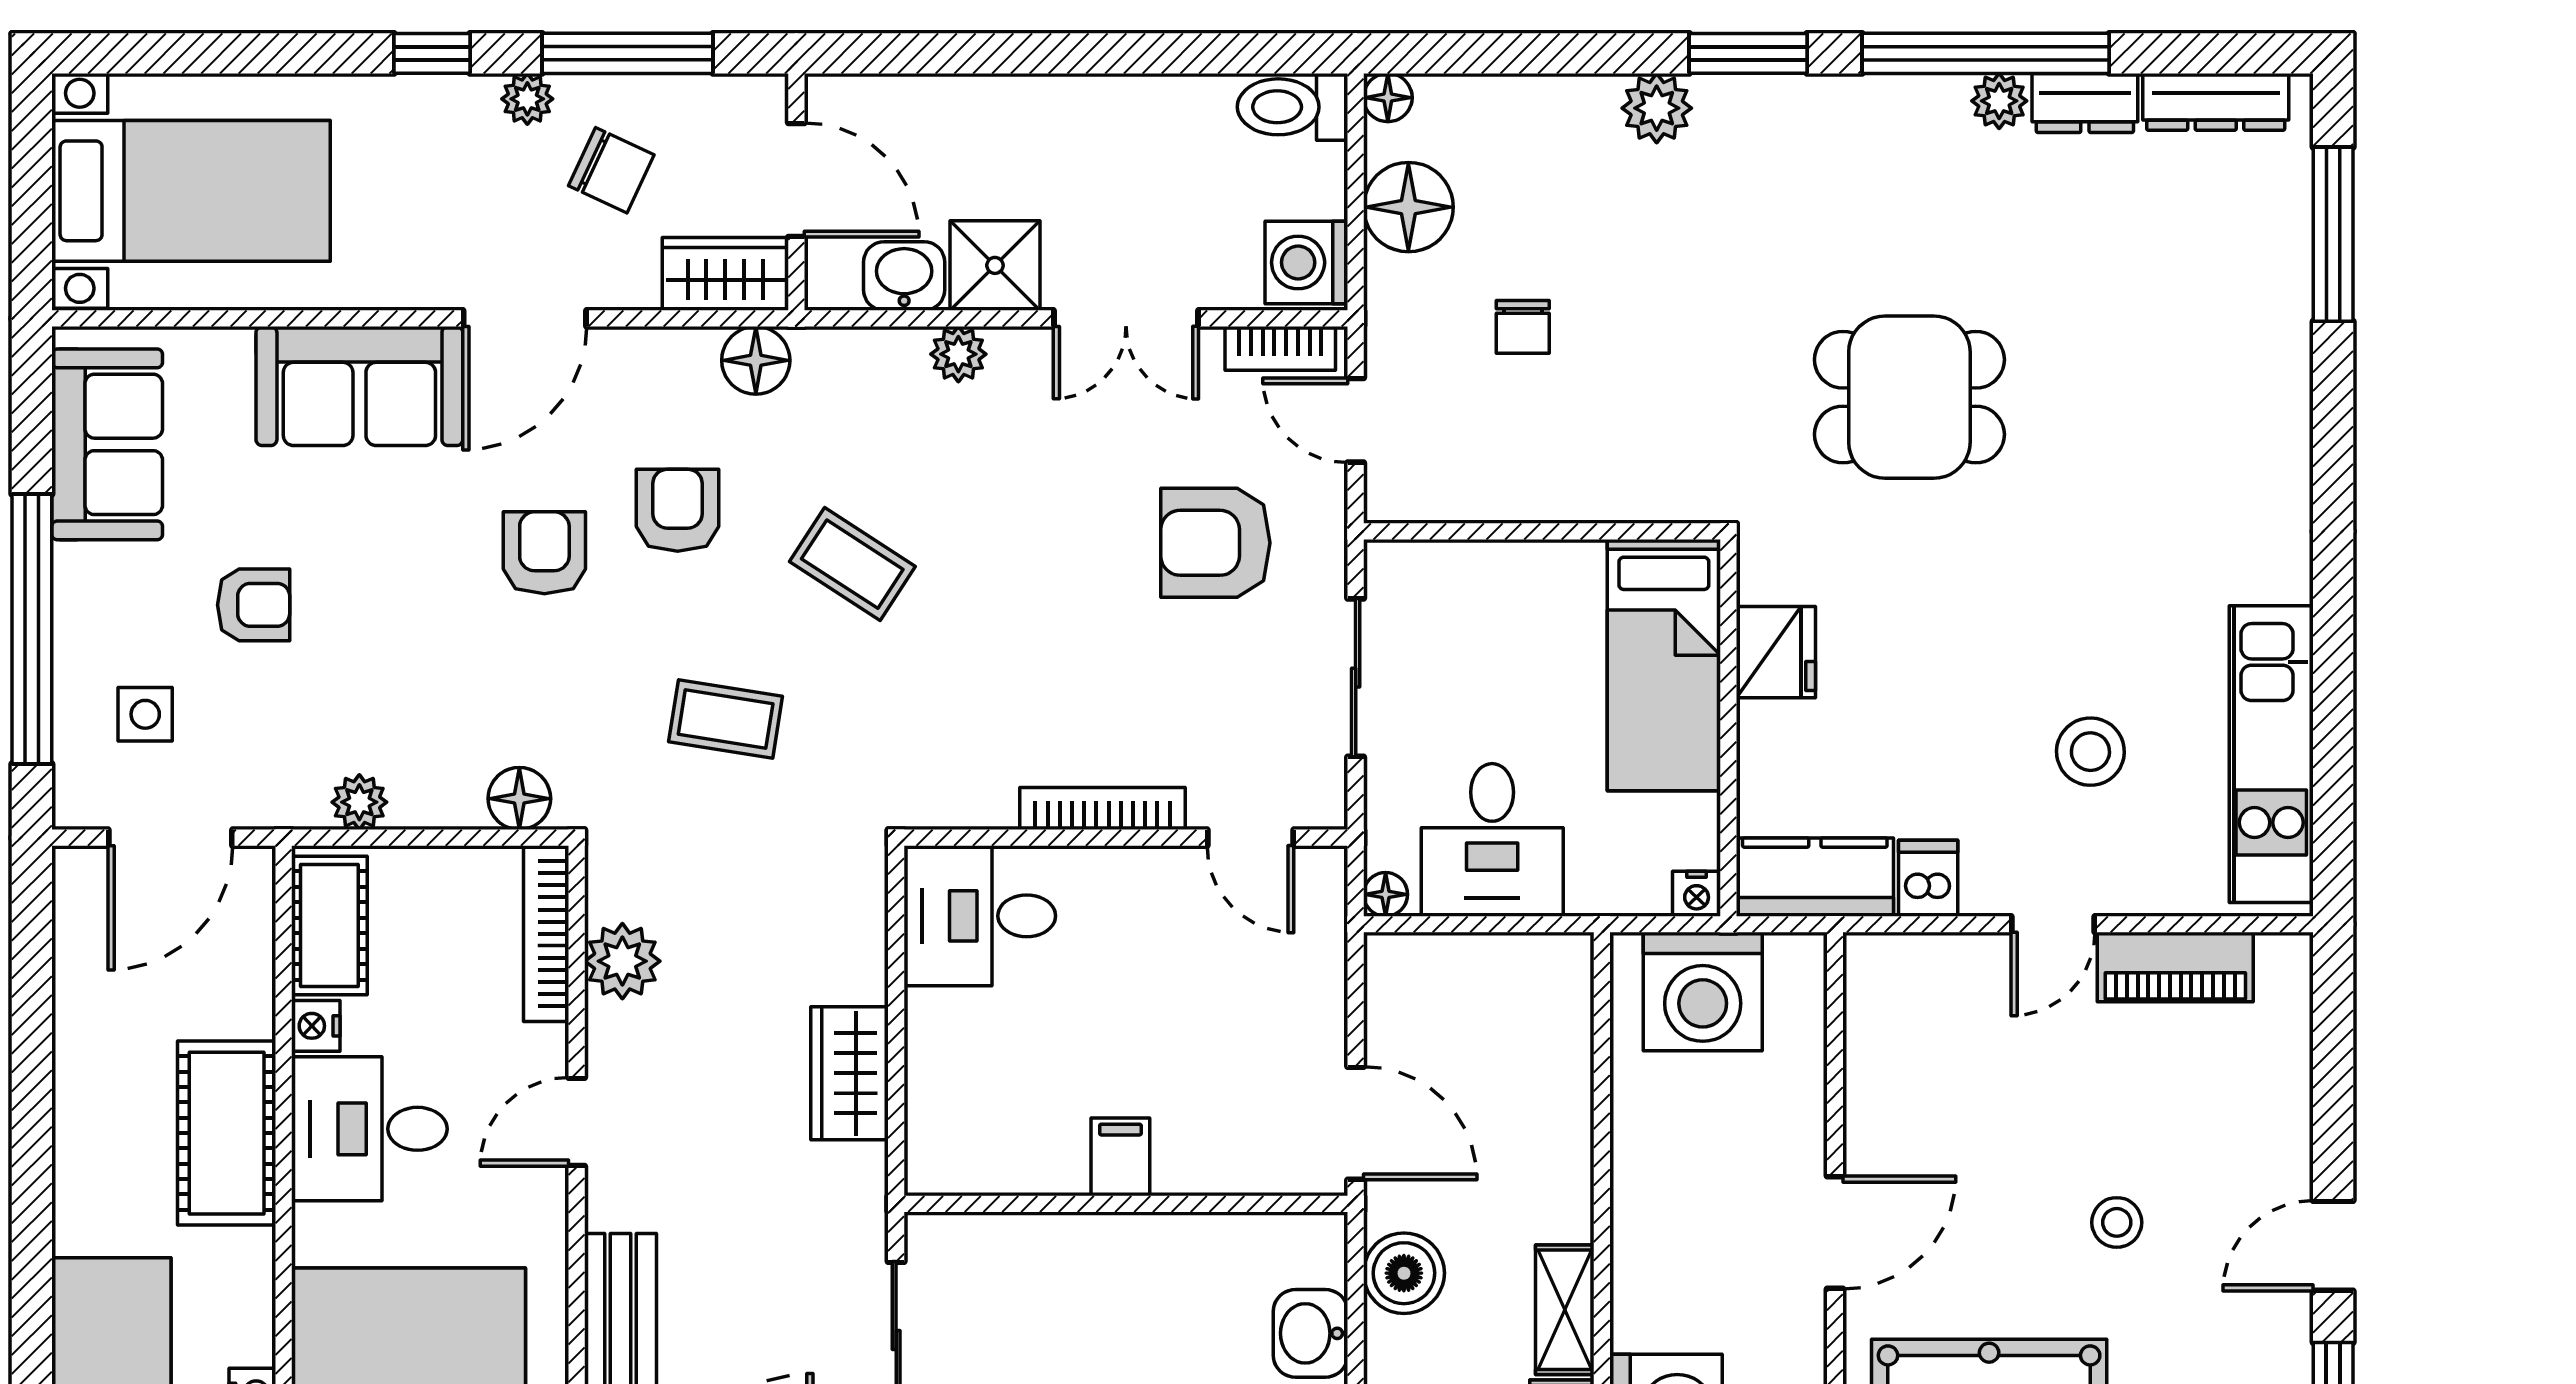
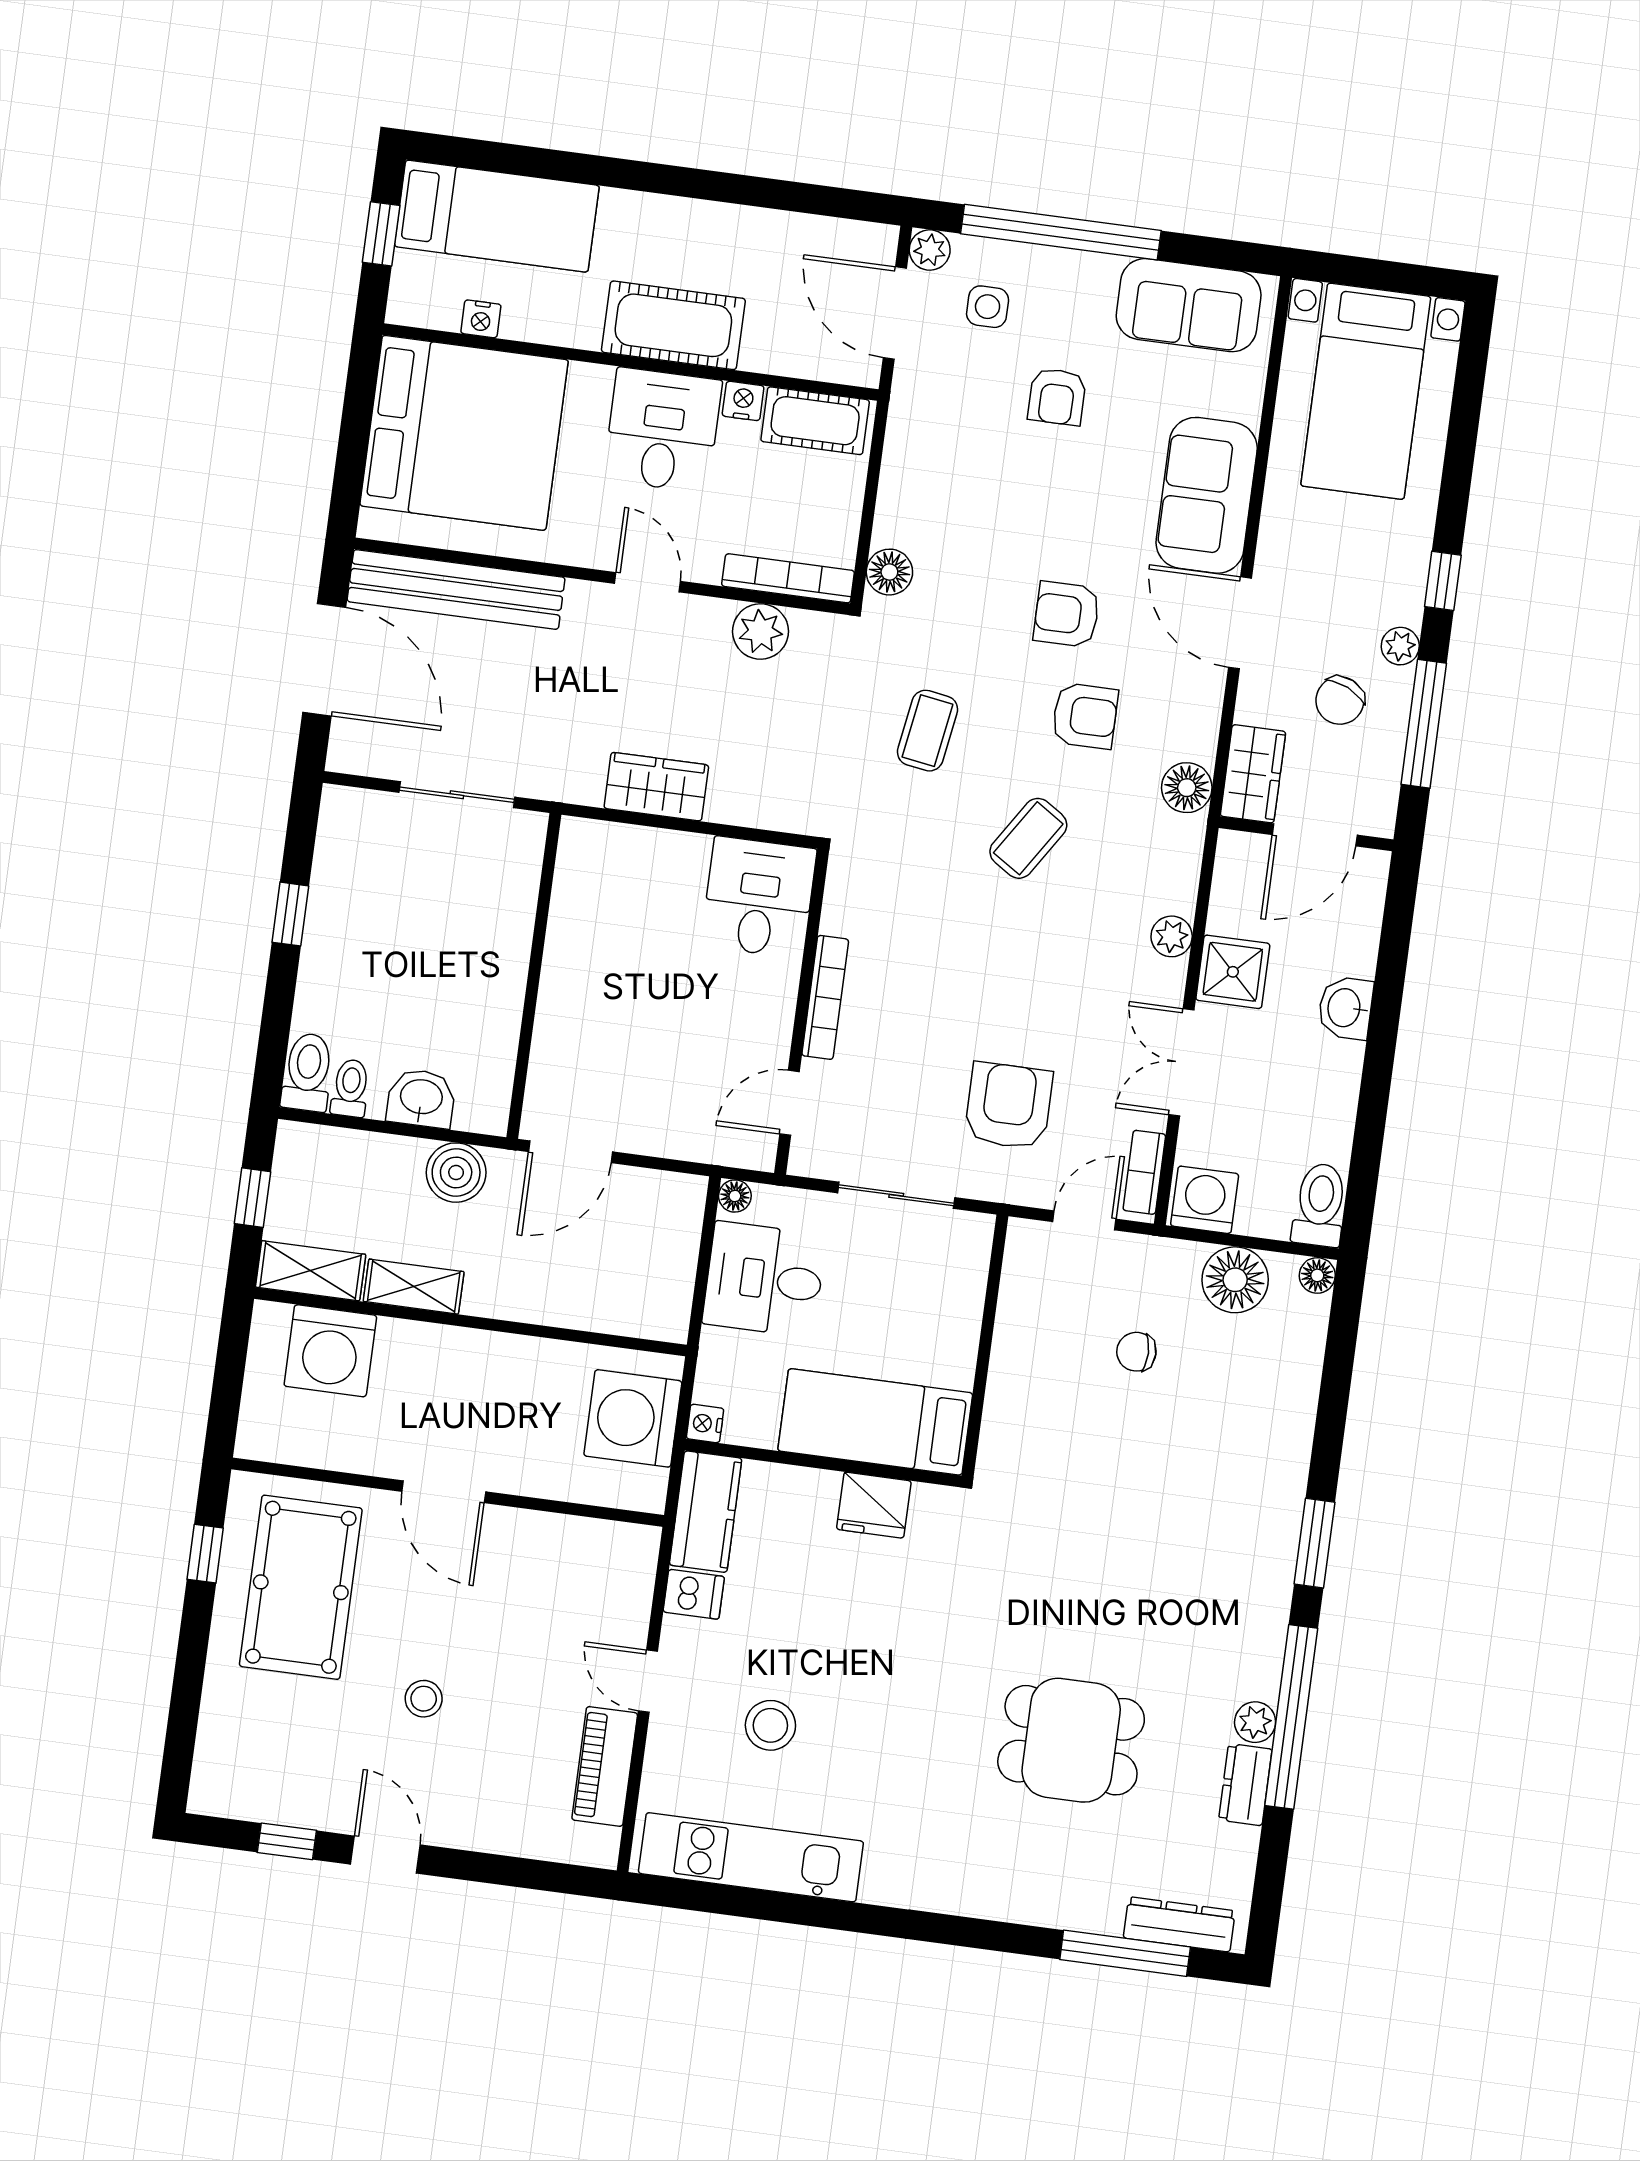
dresser: (2216, 102) -> (1179, 1924), moved, turned 90
plant: (1657, 108) -> (1283, 1471), removed
washbasin: (904, 276) -> (1345, 1008), moved, turned 180
dining table: (1909, 397) -> (1071, 1740), moved, turned 90
armchair: (544, 553) -> (1067, 614), turned 180
plant: (359, 802) -> (930, 250), moved
filing cabinet: (1120, 1157) -> (569, 977), removed

